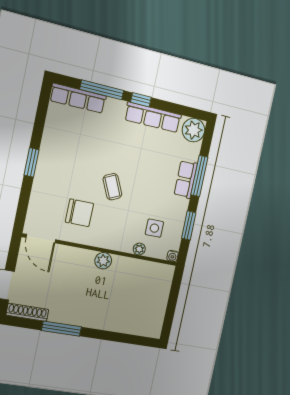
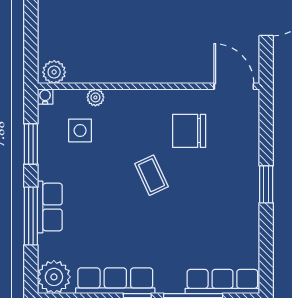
plant: (103, 261) -> (54, 72), moved

